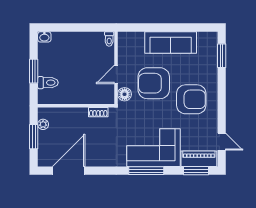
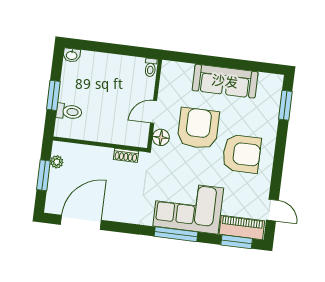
armchair: (154, 83) -> (198, 128), turned 90

